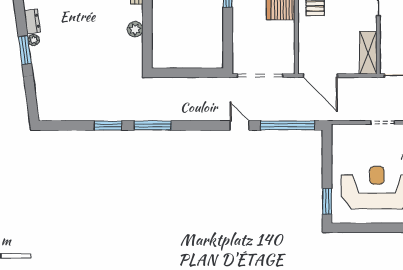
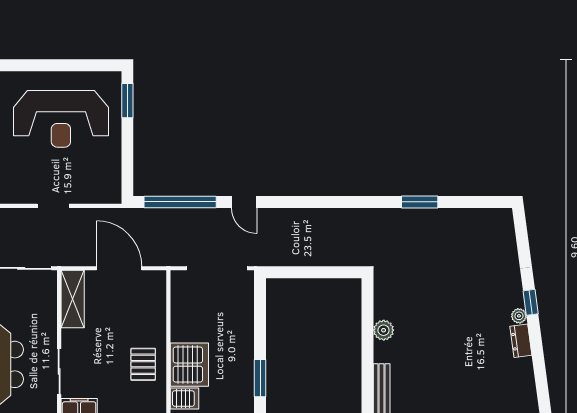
window: (25, 50) -> (531, 302), width x0.67
door: (320, 76) -> (119, 268), moved
window: (153, 125) -> (360, 202), removed

